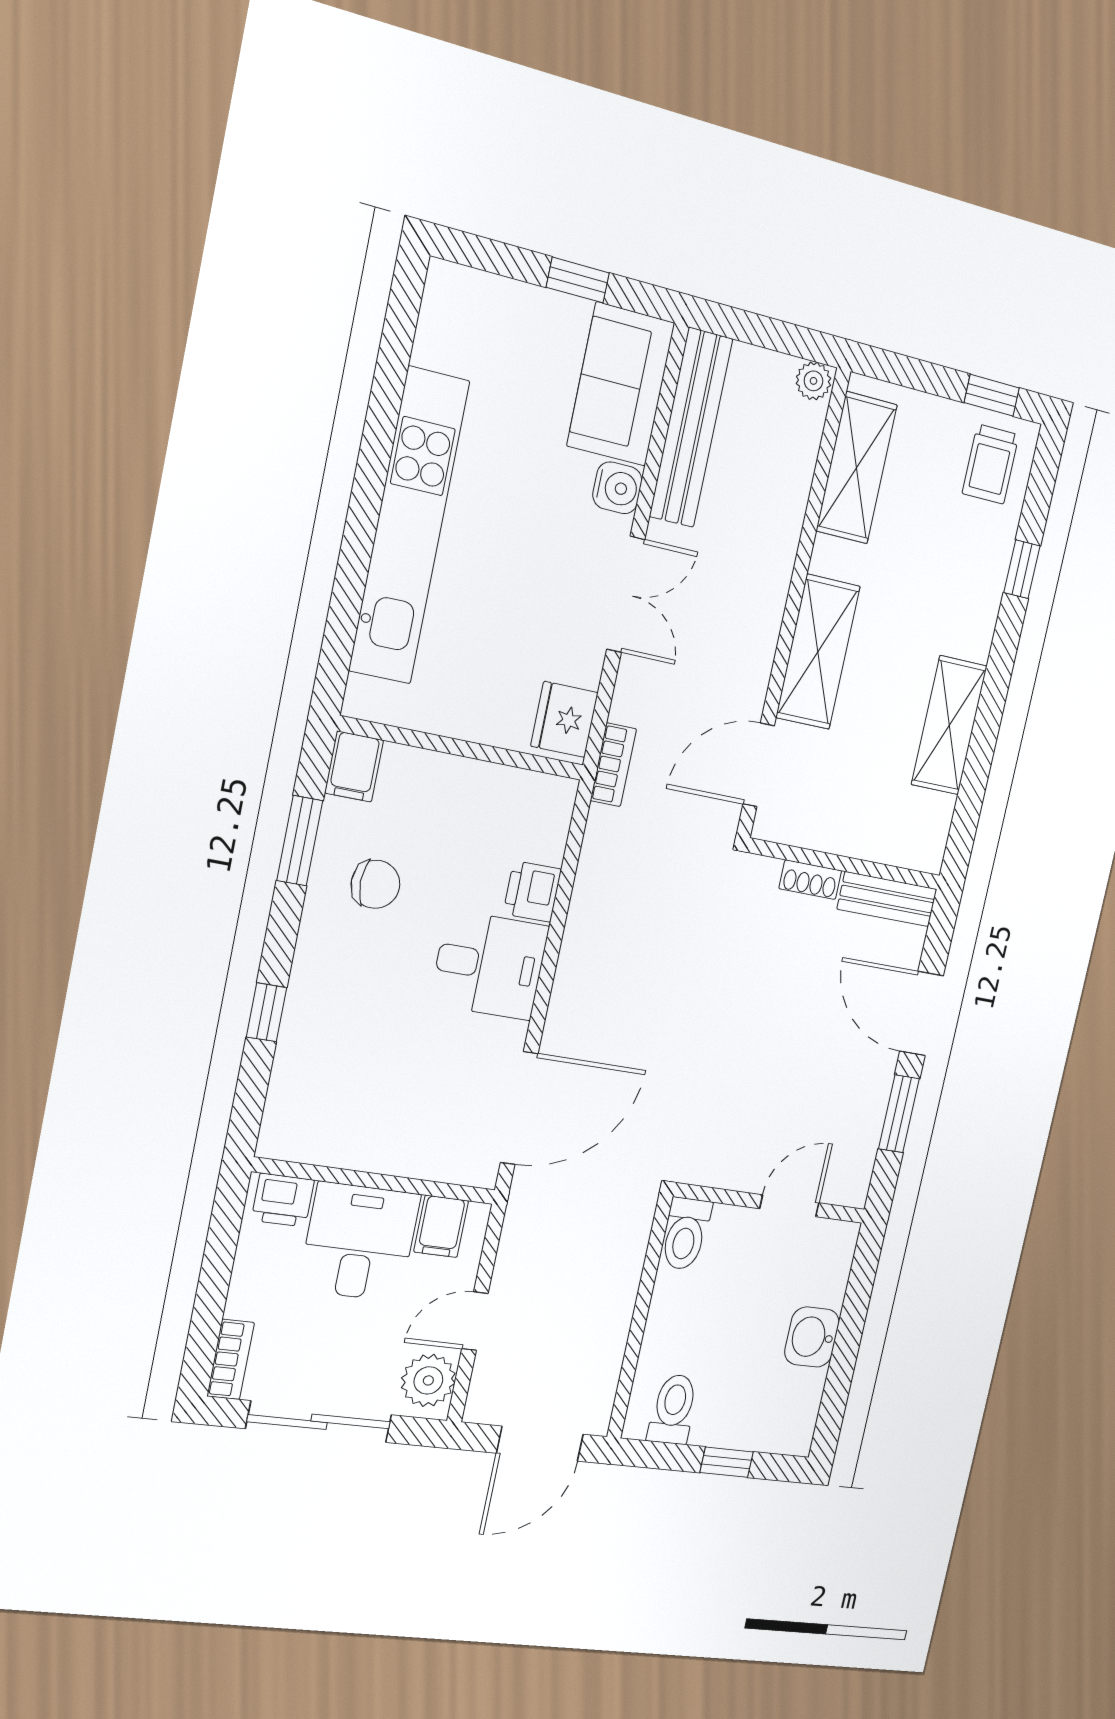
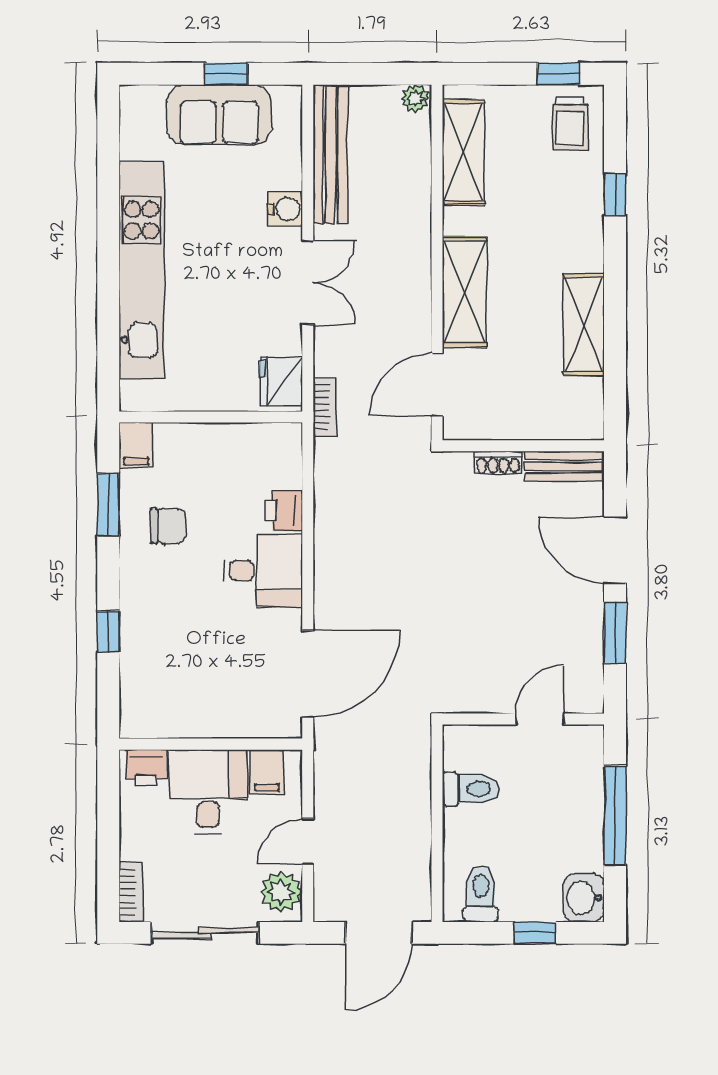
sofa: (621, 384) -> (219, 115), moved, turned -90
toilet: (685, 1234) -> (471, 789), moved, turned -90
window: (849, 1333) -> (615, 815), added
washbasin: (812, 1337) -> (584, 898), moved

